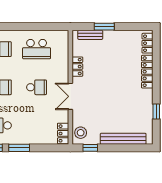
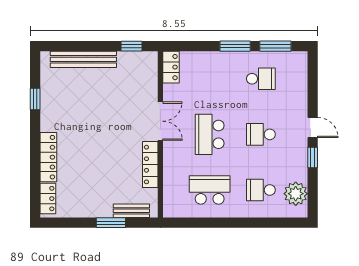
locker: (77, 67) -> (150, 165), width x1.53
school desk: (37, 87) -> (210, 134), width x1.85
stool: (81, 133) -> (145, 68), removed

